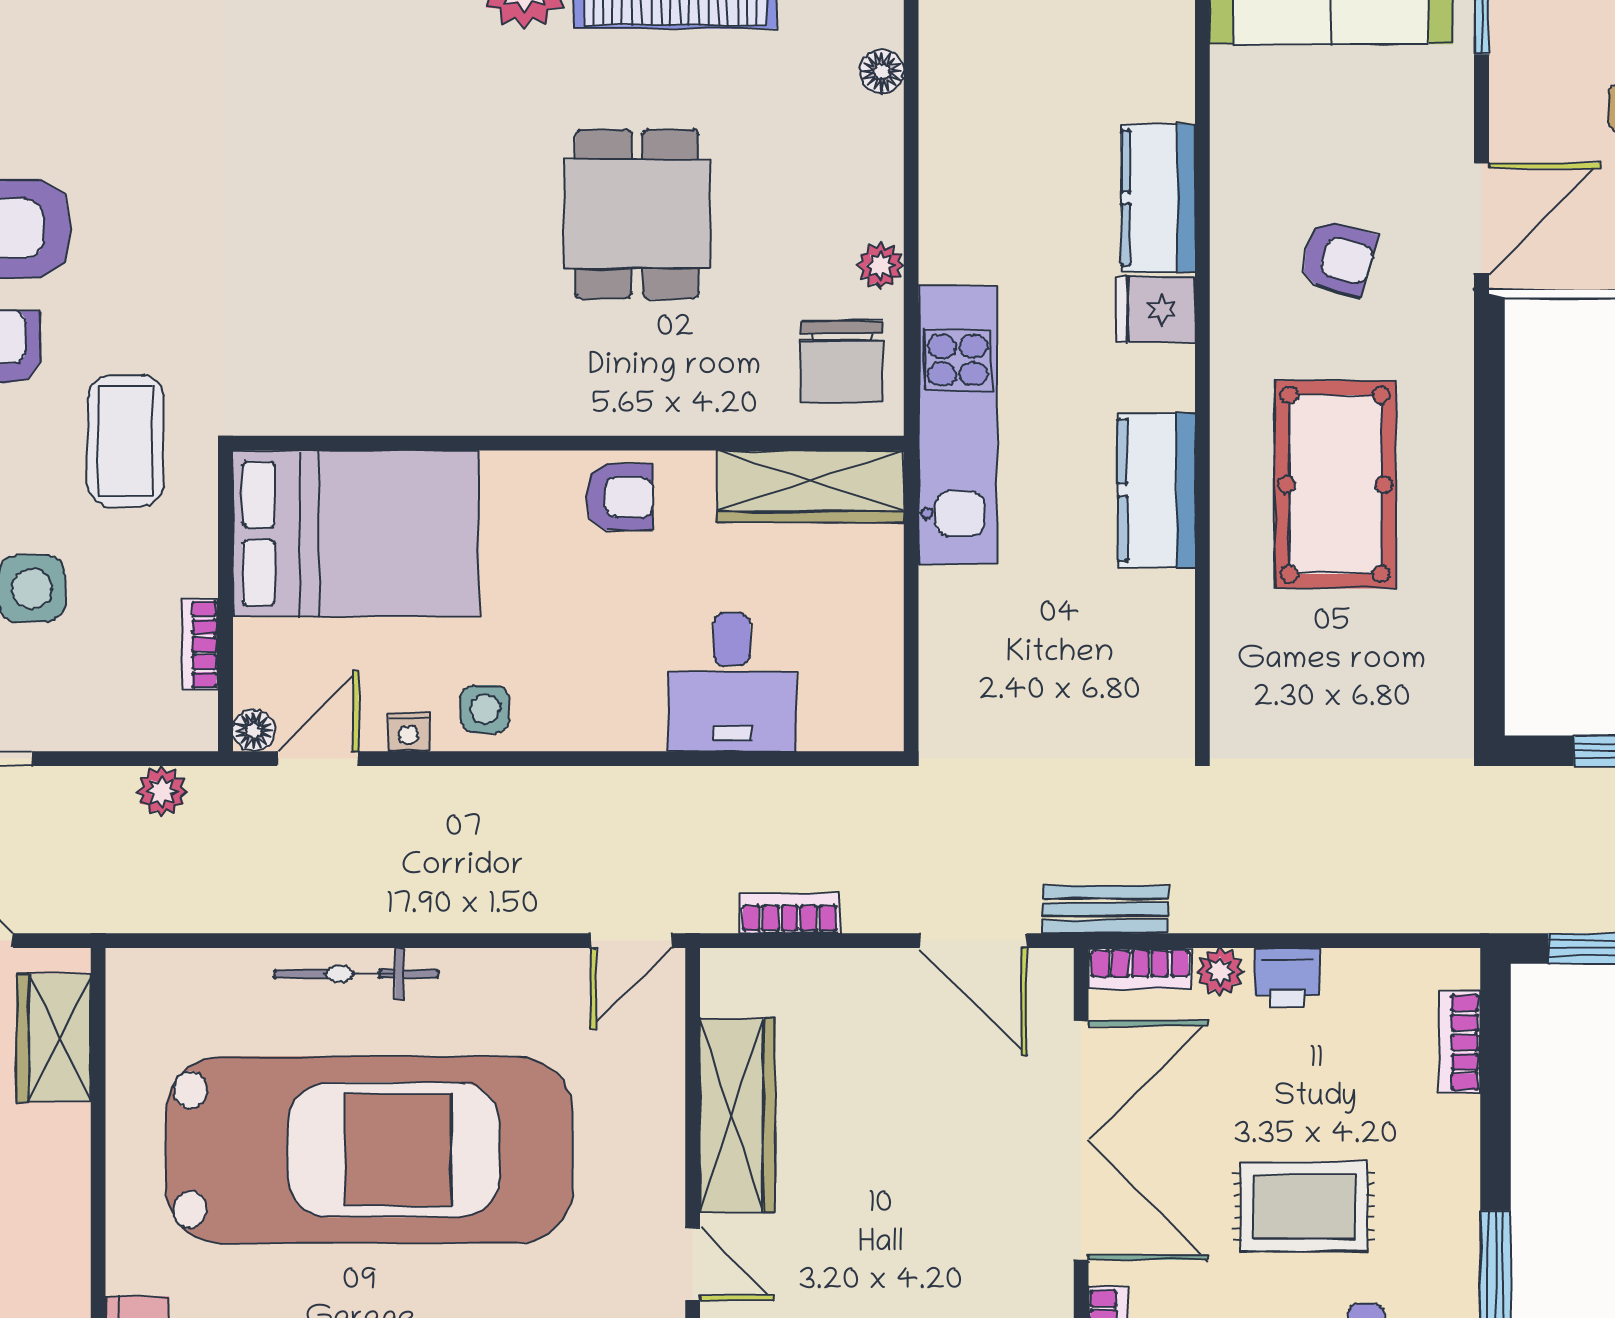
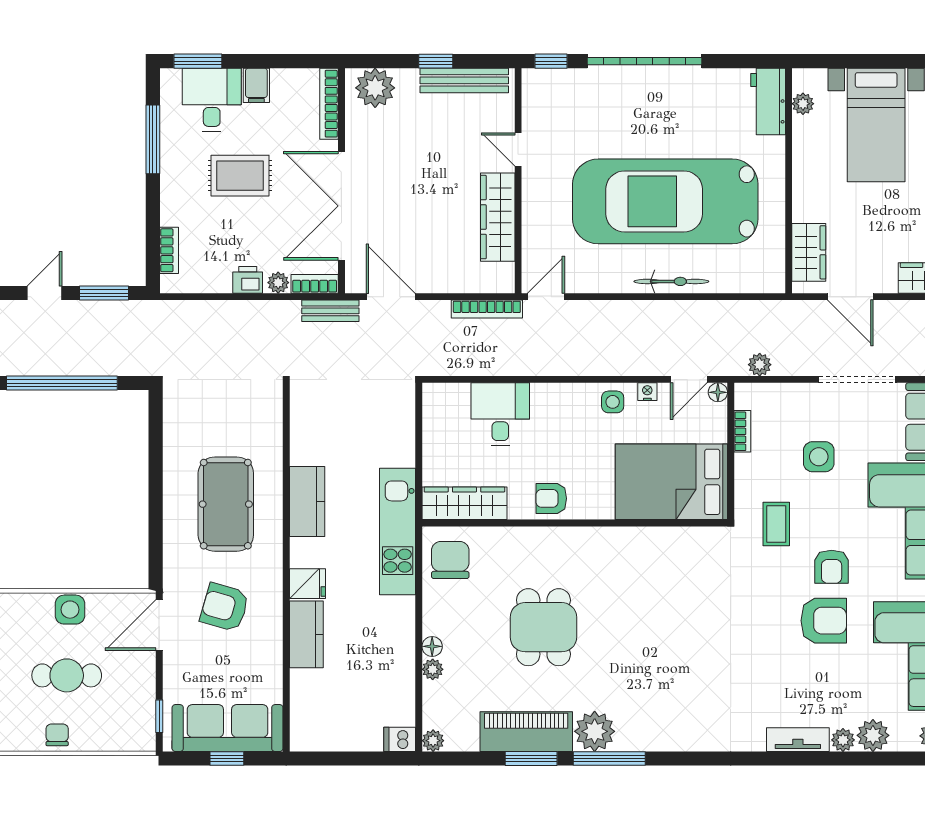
floor lamp: (882, 71) -> (432, 646), moved
armchair: (1338, 258) -> (225, 607), width x1.38, depth x1.38
plant: (881, 265) -> (433, 669), moved
coffee table: (125, 441) -> (776, 524), width x0.73, depth x0.77
bookcase: (790, 913) -> (487, 309), width x1.56

